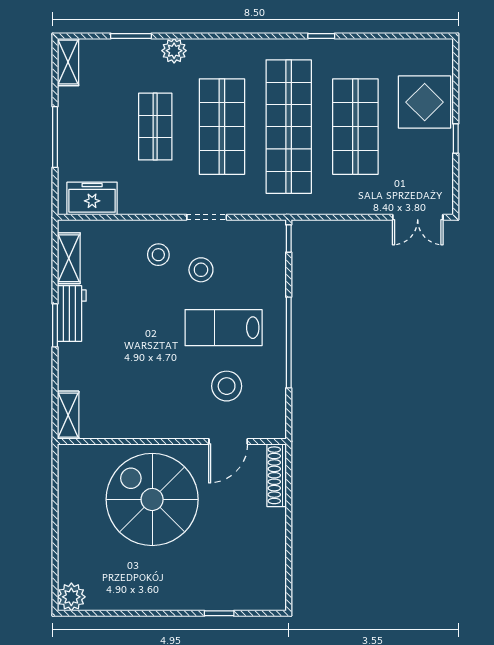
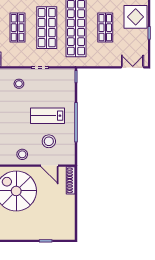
shop shelf: (355, 127) -> (105, 28), width x0.70, depth x0.74
double door: (418, 217) -> (133, 67), swing flipped
stool: (201, 270) -> (22, 154), moved
door: (228, 441) -> (49, 166), hinge flipped

